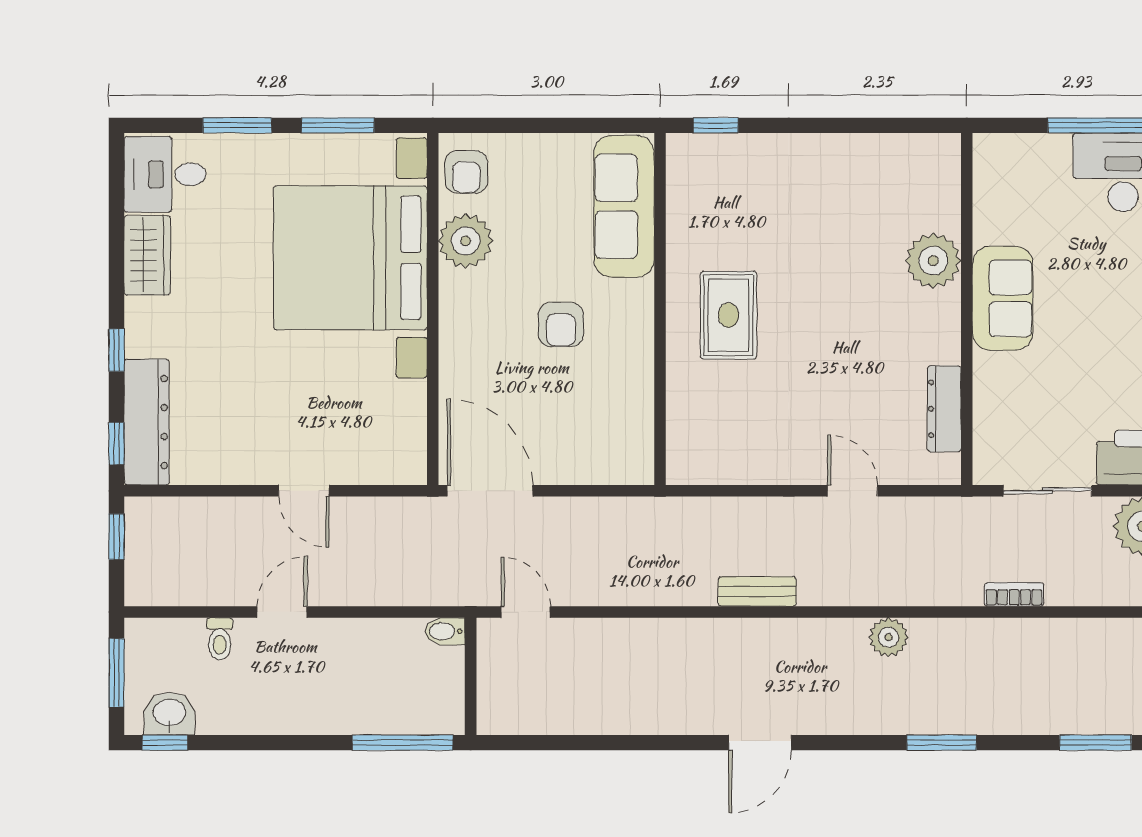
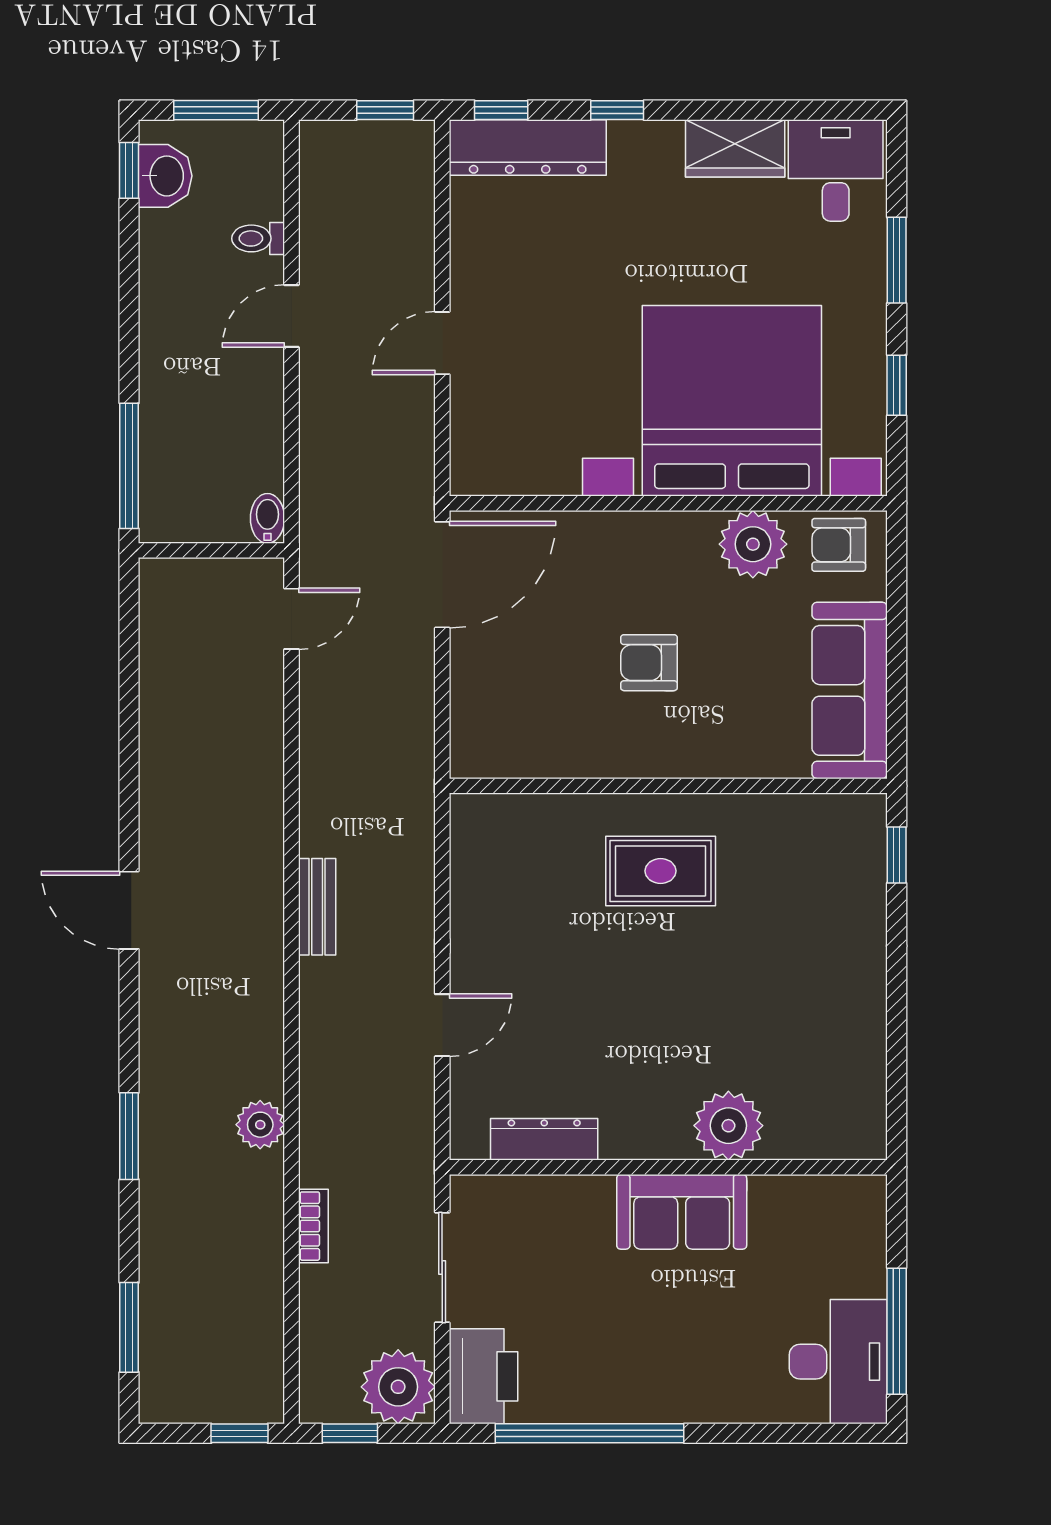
window: (338, 125) -> (897, 385), width x0.67
sofa: (624, 206) -> (850, 690), moved, turned -90
door: (282, 612) -> (292, 316), swing flipped
plant: (889, 637) -> (260, 1125), moved

